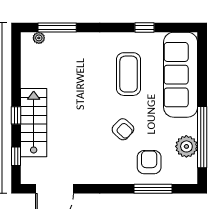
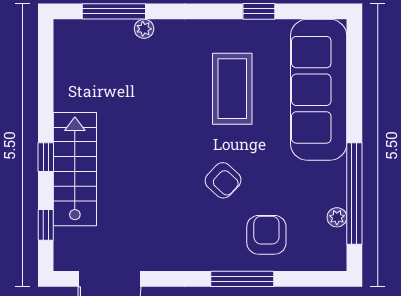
plant: (39, 38) -> (144, 29), moved
plant: (186, 146) -> (337, 217), width x0.53, depth x0.53
window: (153, 189) -> (242, 279), moved

